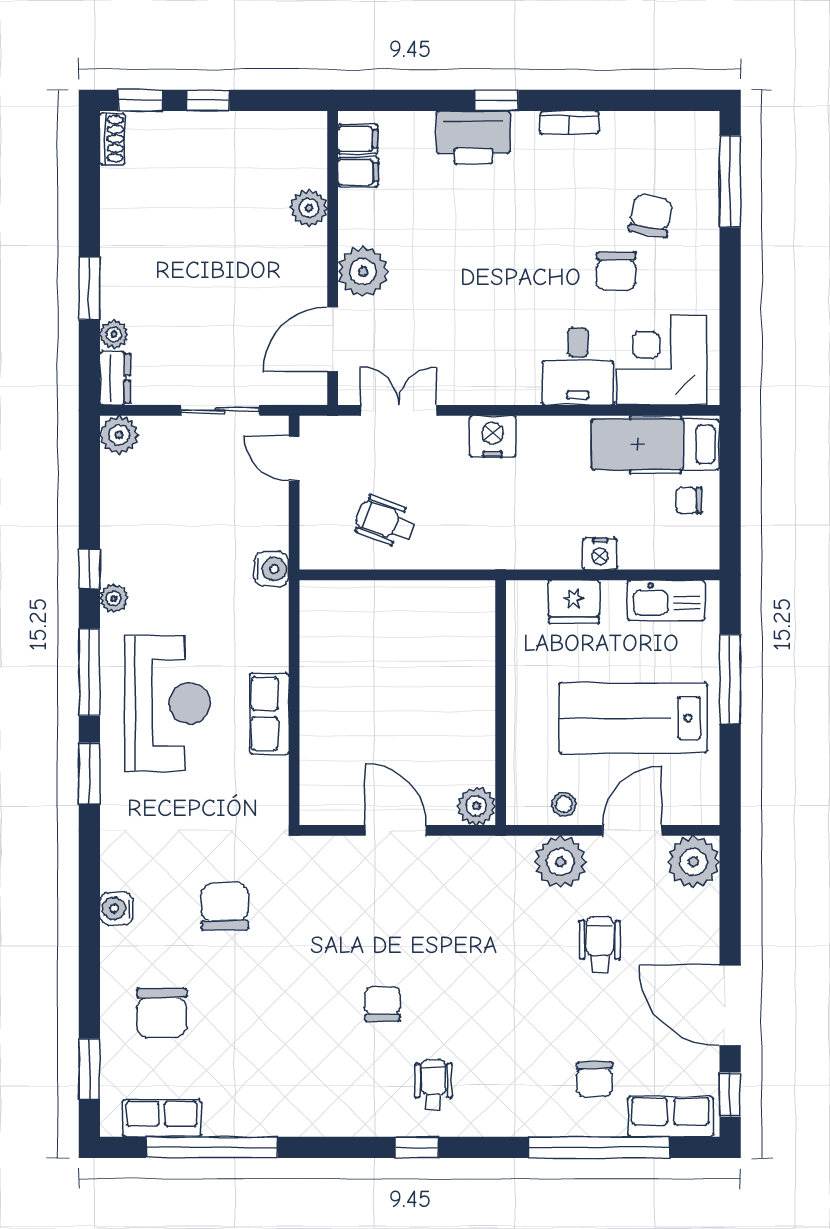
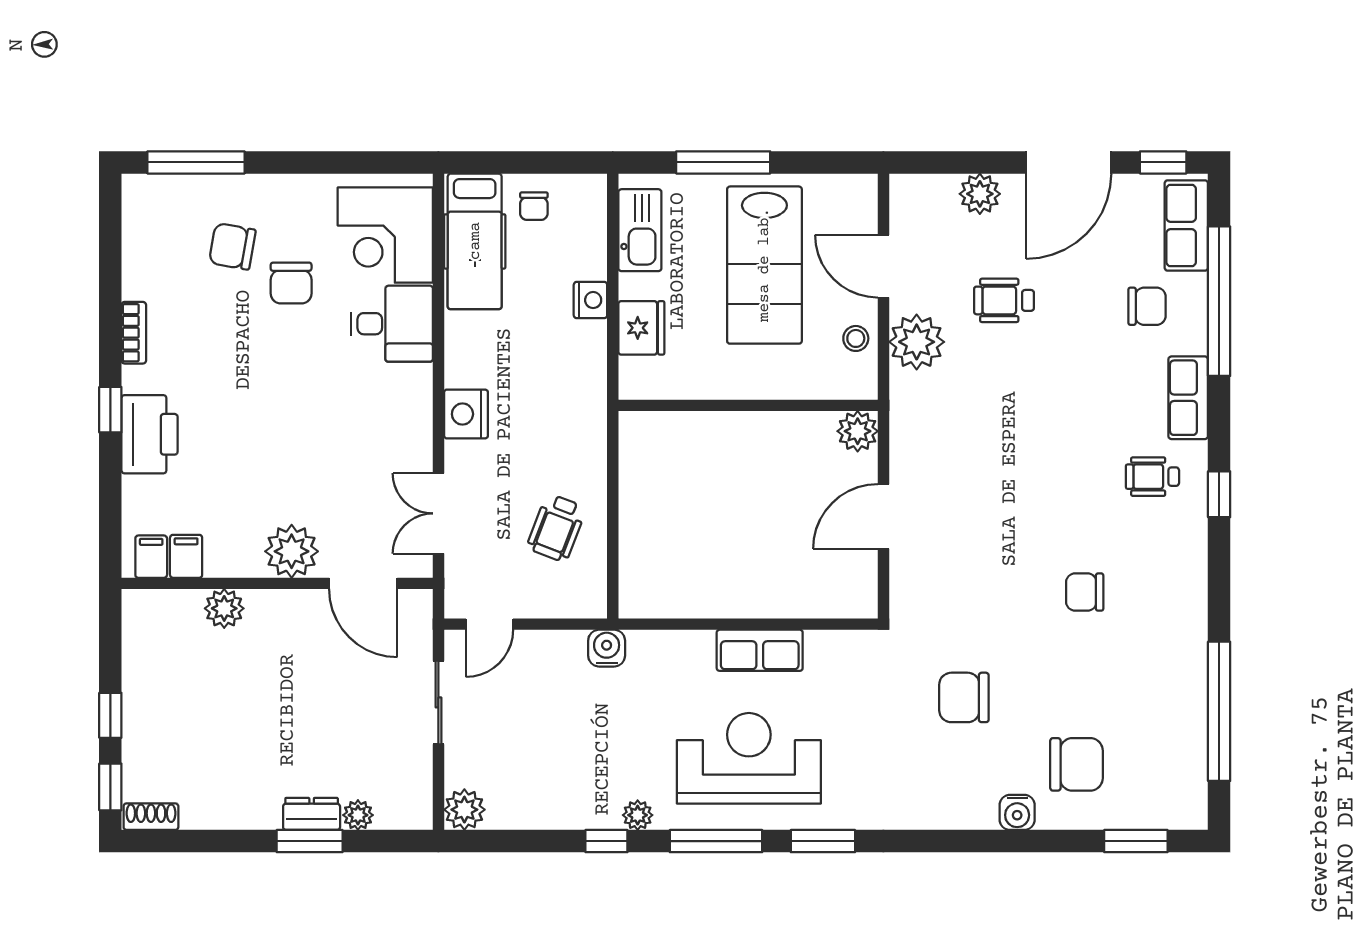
chair: (616, 271) -> (291, 283), turned 90
dresser: (115, 378) -> (312, 814), moved
plant: (693, 862) -> (980, 194), moved, width x0.73, depth x0.73
water cooler: (116, 908) -> (1017, 812), moved
chair: (382, 1004) -> (1085, 592), moved
row of seats: (162, 1118) -> (1188, 398), moved

